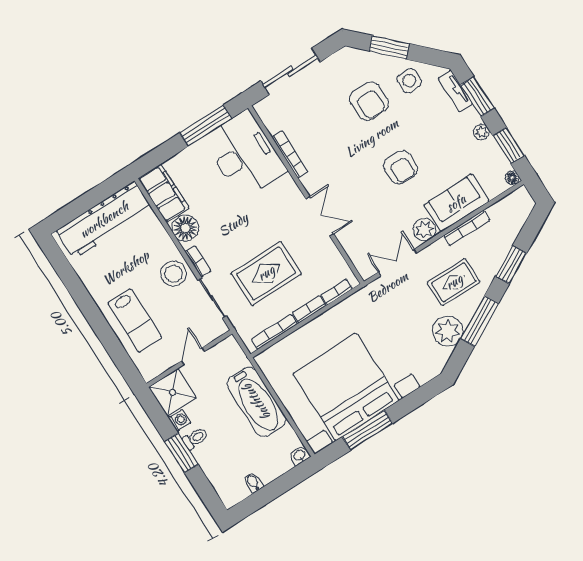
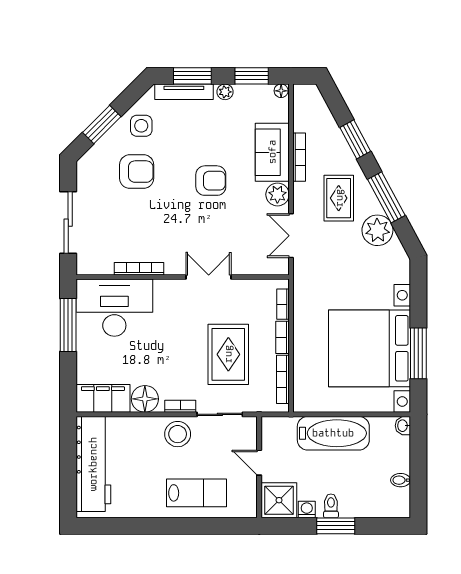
tv unit: (455, 91) -> (184, 92), width x1.41

